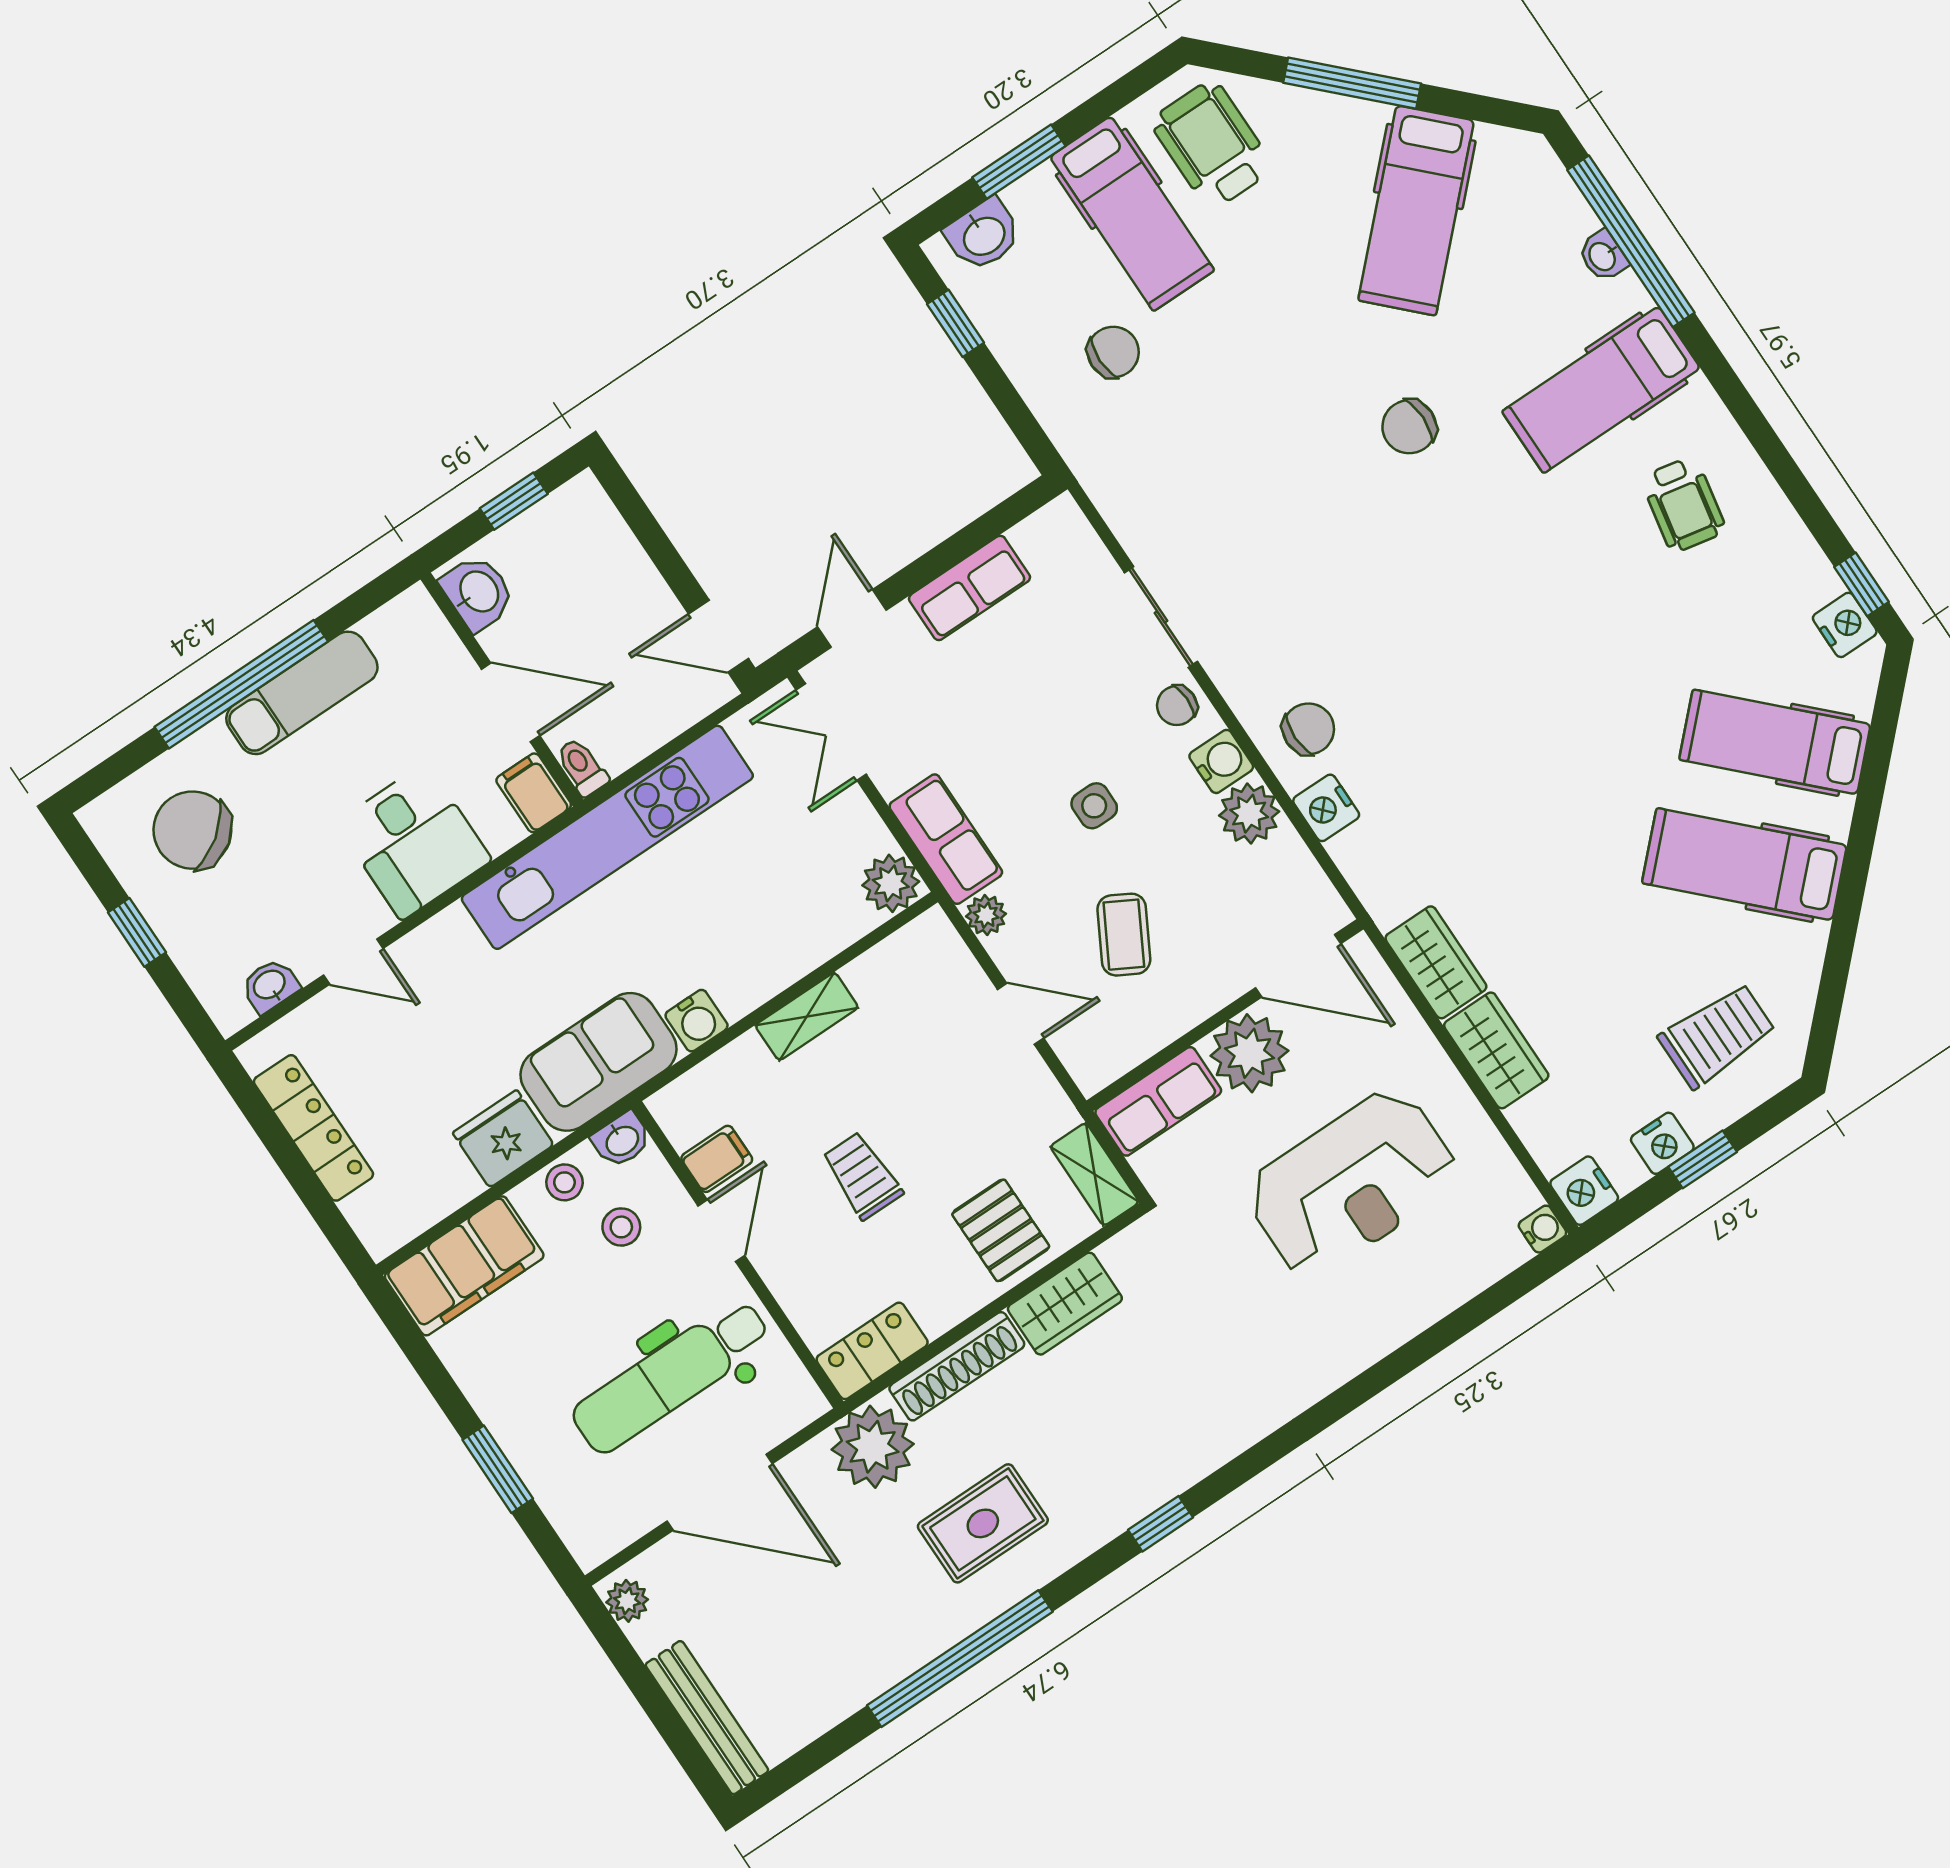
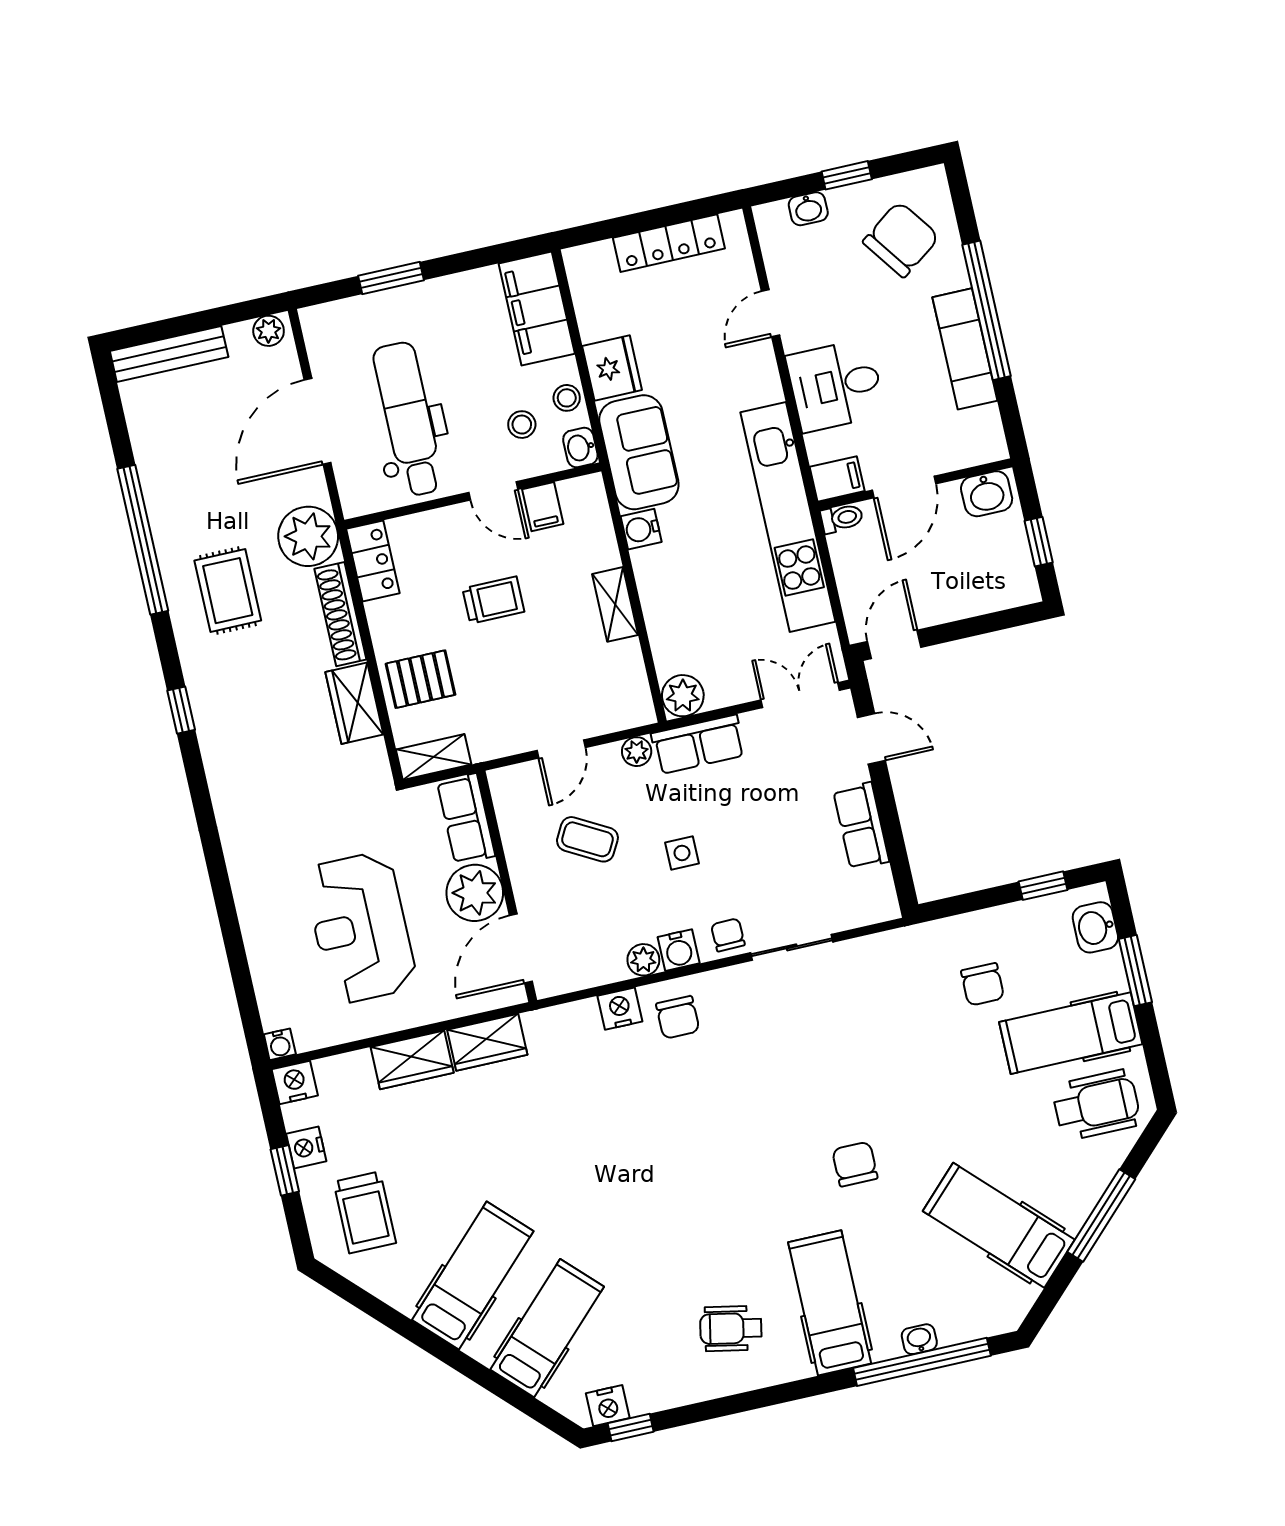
plant: (1249, 814) -> (643, 960), width x0.73, depth x0.73
washbasin: (270, 986) -> (808, 209), moved, turned 90

